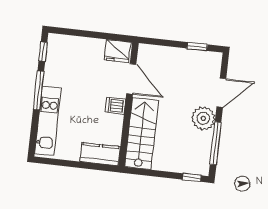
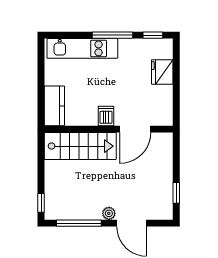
fridge: (118, 51) -> (162, 72), moved
plant: (203, 118) -> (109, 213), width x0.53, depth x0.53

